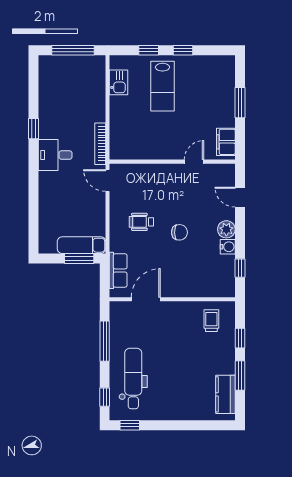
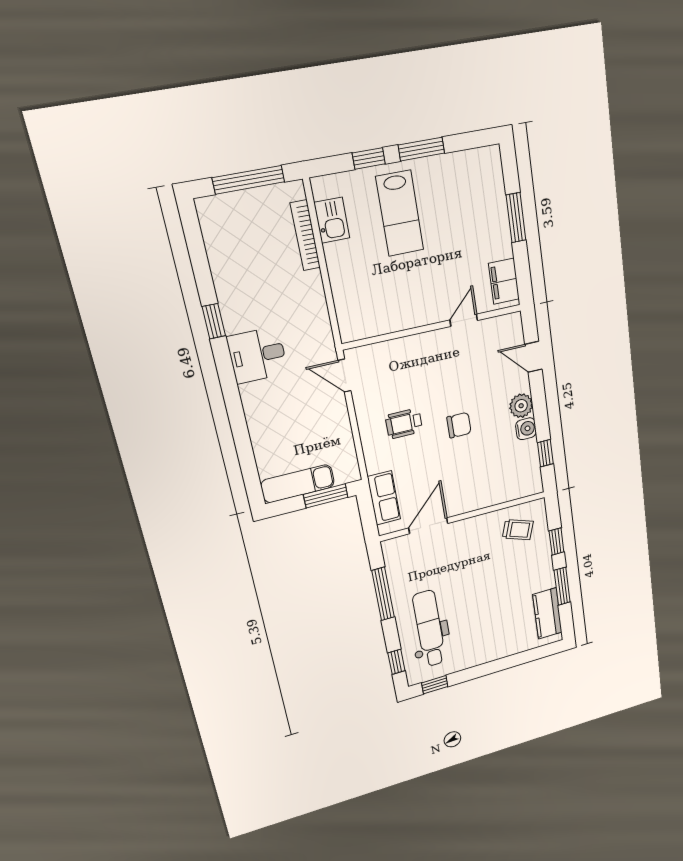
window: (183, 50) -> (421, 149), width x1.50
bookcase: (100, 144) -> (305, 235), moved
exam couch: (81, 245) -> (298, 484), moved
trolley: (211, 321) -> (518, 530), turned 109

